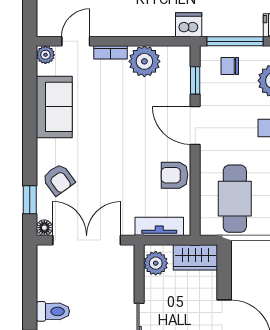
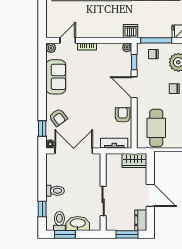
plant: (144, 61) -> (127, 47), moved, width x0.53, depth x0.53
armchair: (174, 175) -> (123, 115), turned 90
plant: (156, 263) -> (112, 164), removed

